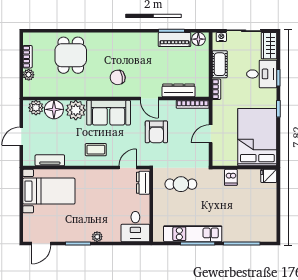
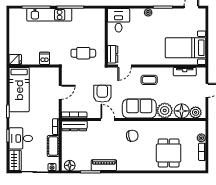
piano: (175, 40) -> (104, 165), moved
dresser: (179, 90) -> (74, 126), moved
bed: (257, 137) -> (19, 90), width x0.67
kitchen unit: (193, 234) -> (49, 15), moved

